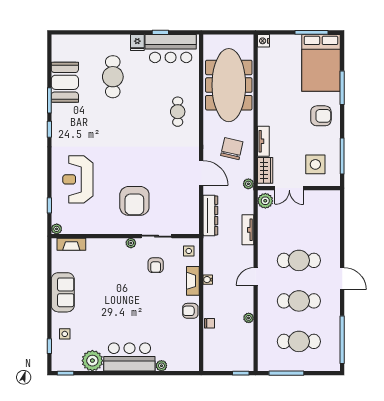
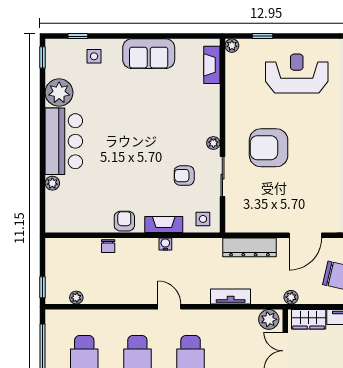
plant: (249, 318) -> (76, 298), moved

